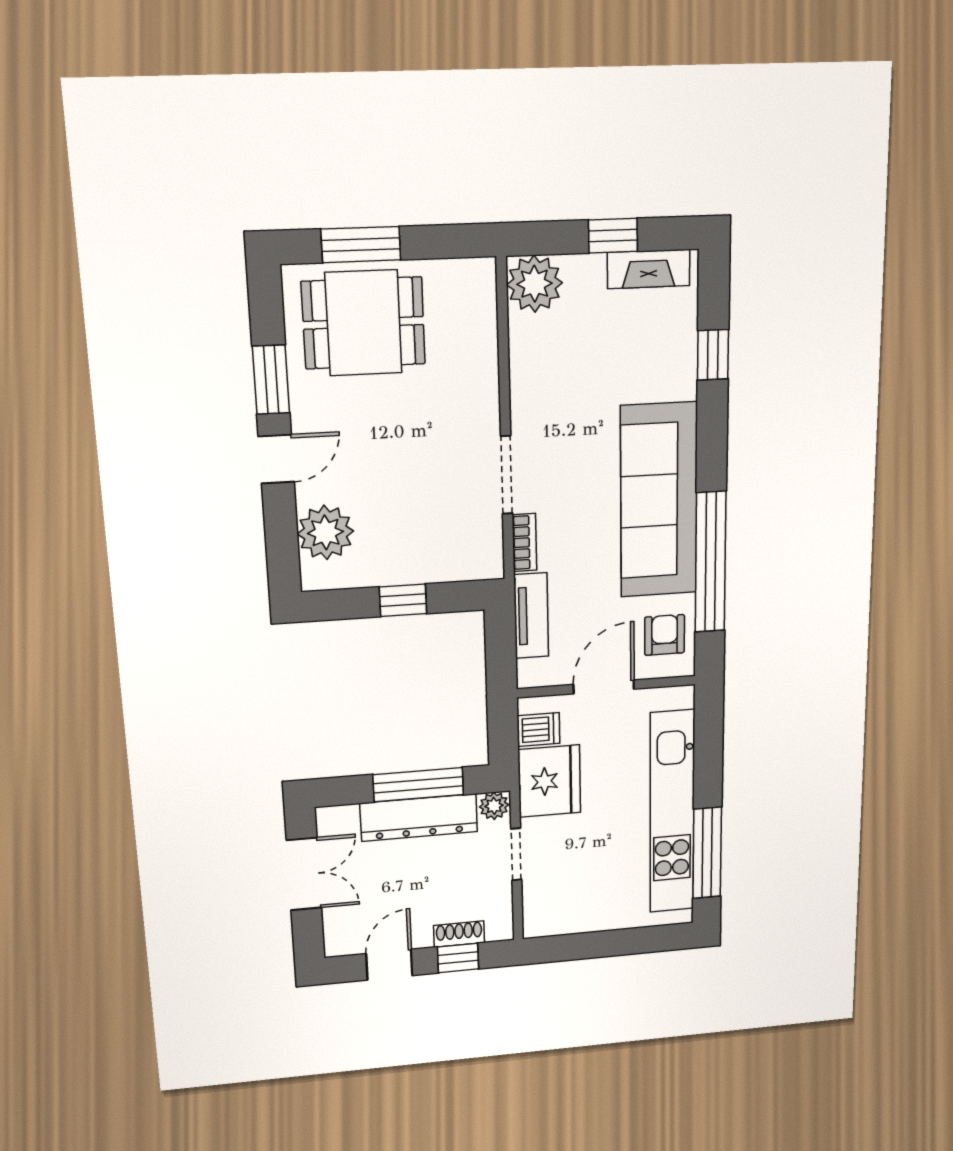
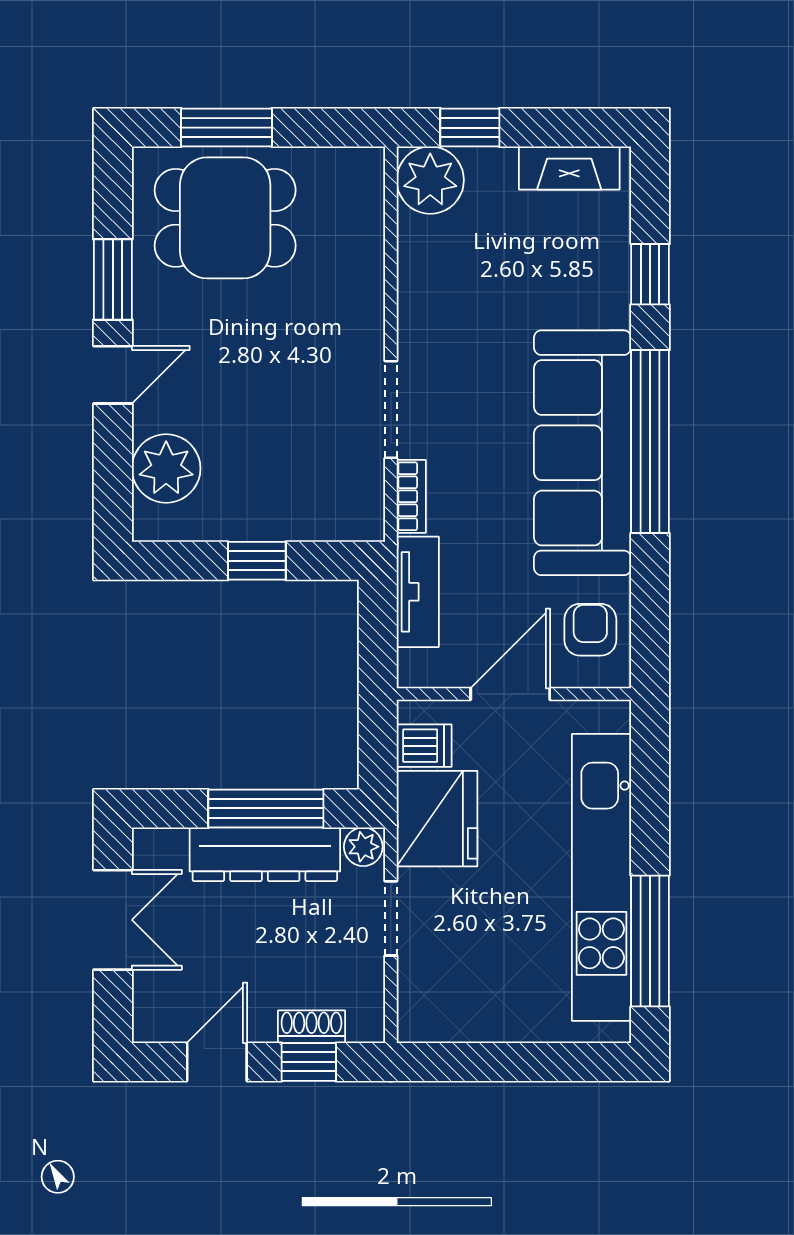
window: (613, 236) -> (470, 128), moved
window: (711, 562) -> (650, 441), moved

